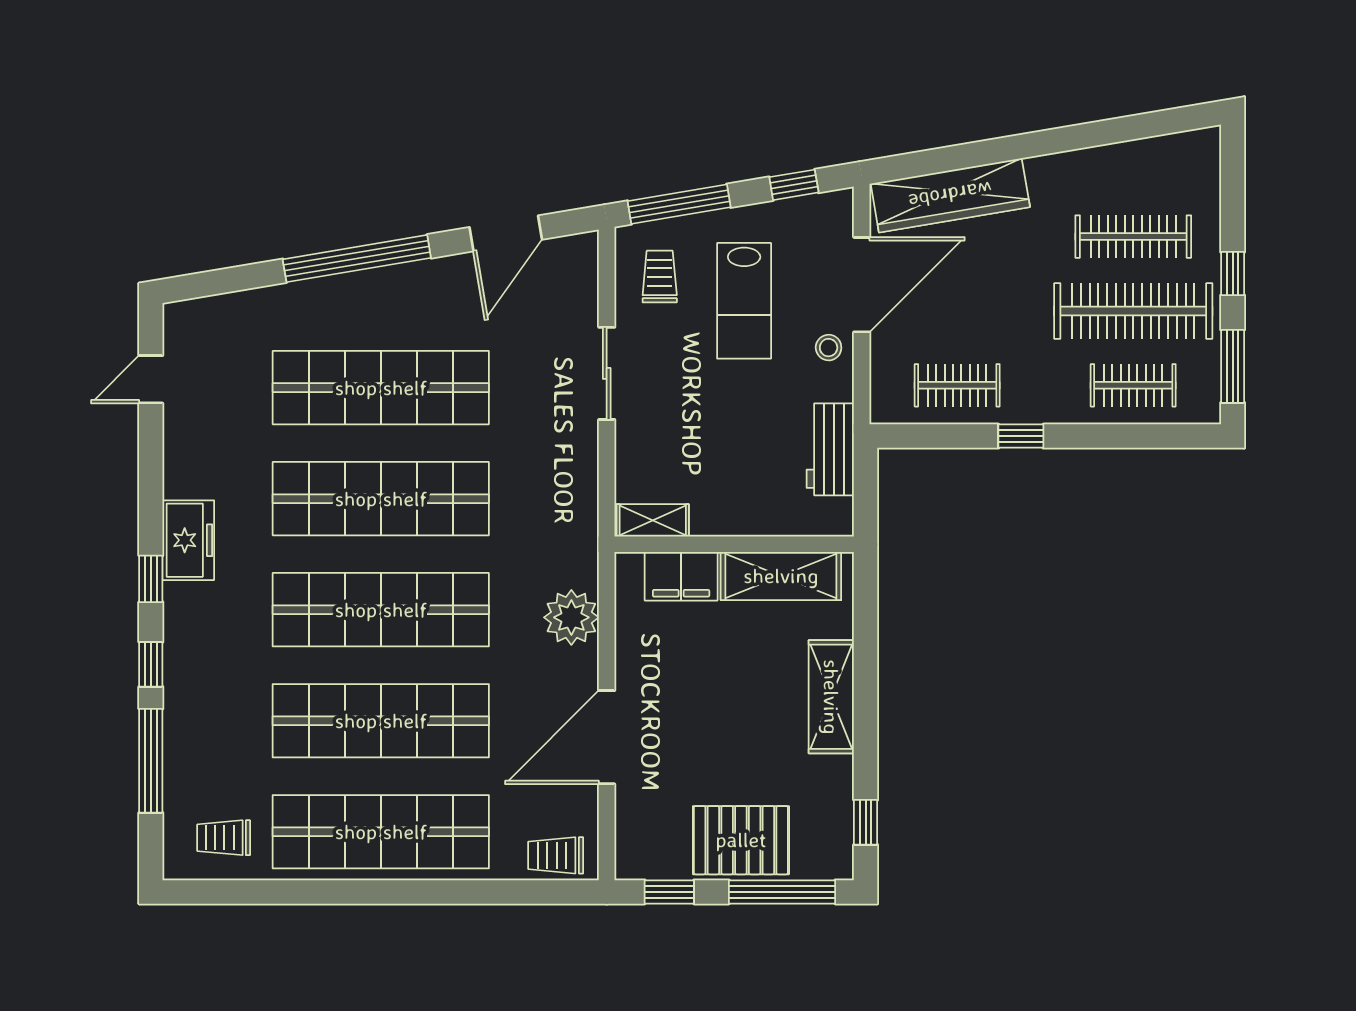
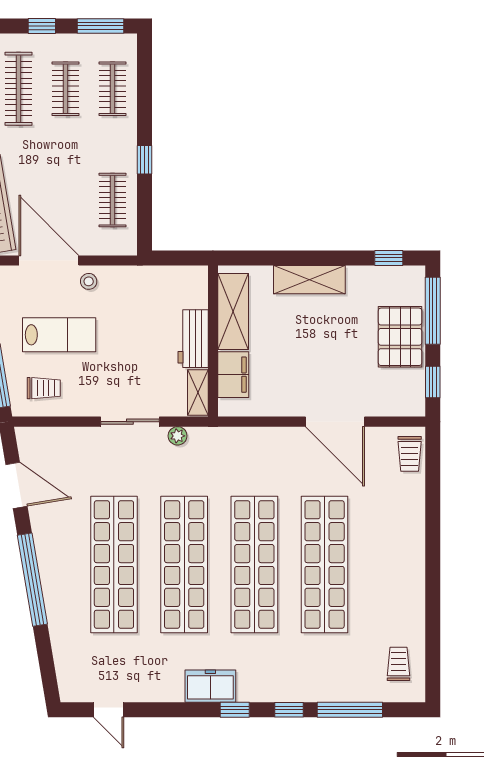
trolley: (660, 277) -> (44, 388), turned 180
clothes rail: (1133, 311) -> (65, 89), width x0.54, depth x0.76
sliding door: (607, 373) -> (130, 422), moved
workbench: (830, 449) -> (193, 339), moved, turned 90
plant: (571, 617) -> (178, 436), moved, width x0.53, depth x0.53
shop shelf: (381, 832) -> (395, 565), removed
trolley: (224, 838) -> (398, 664), turned 180

